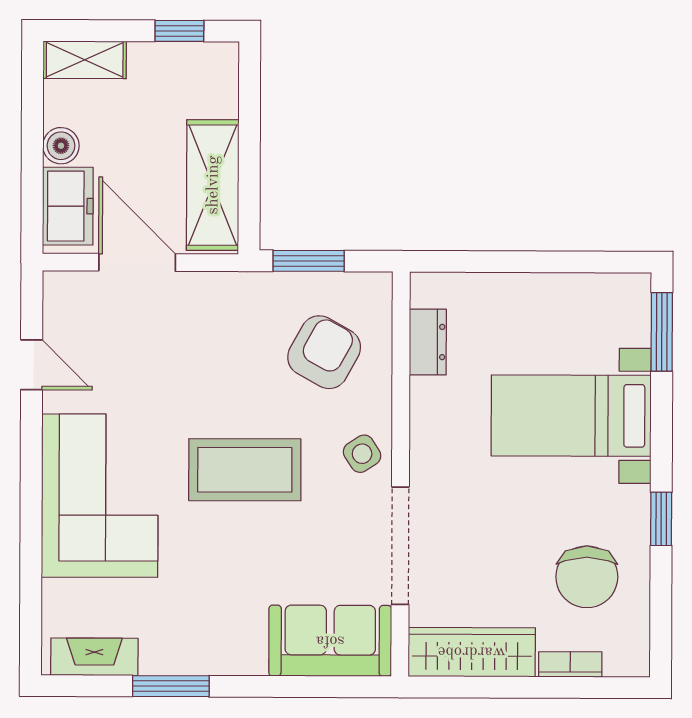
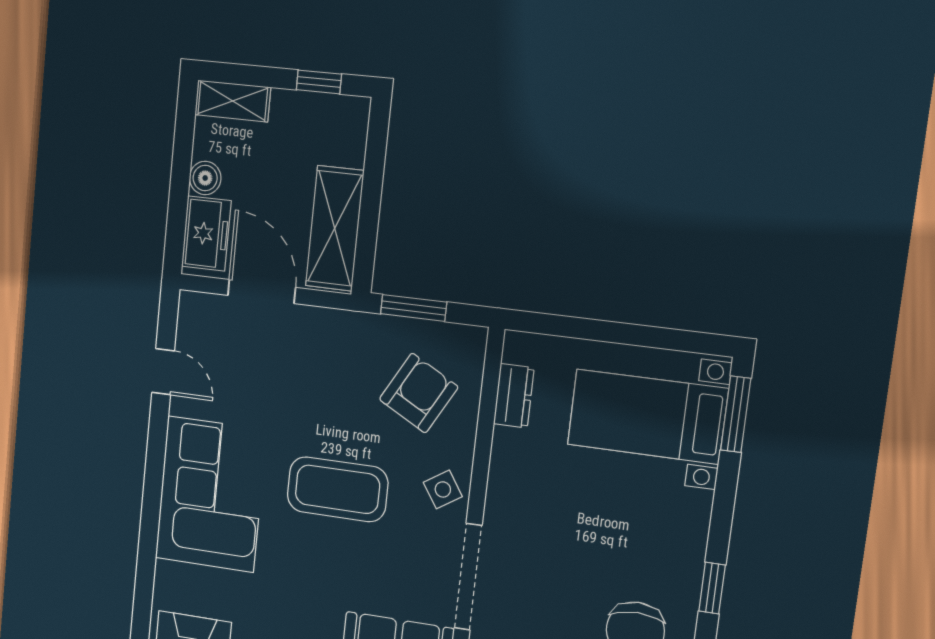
bed with nightstands: (571, 416) -> (647, 417), moved

